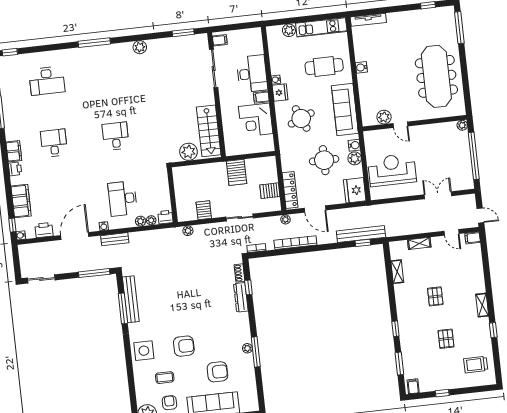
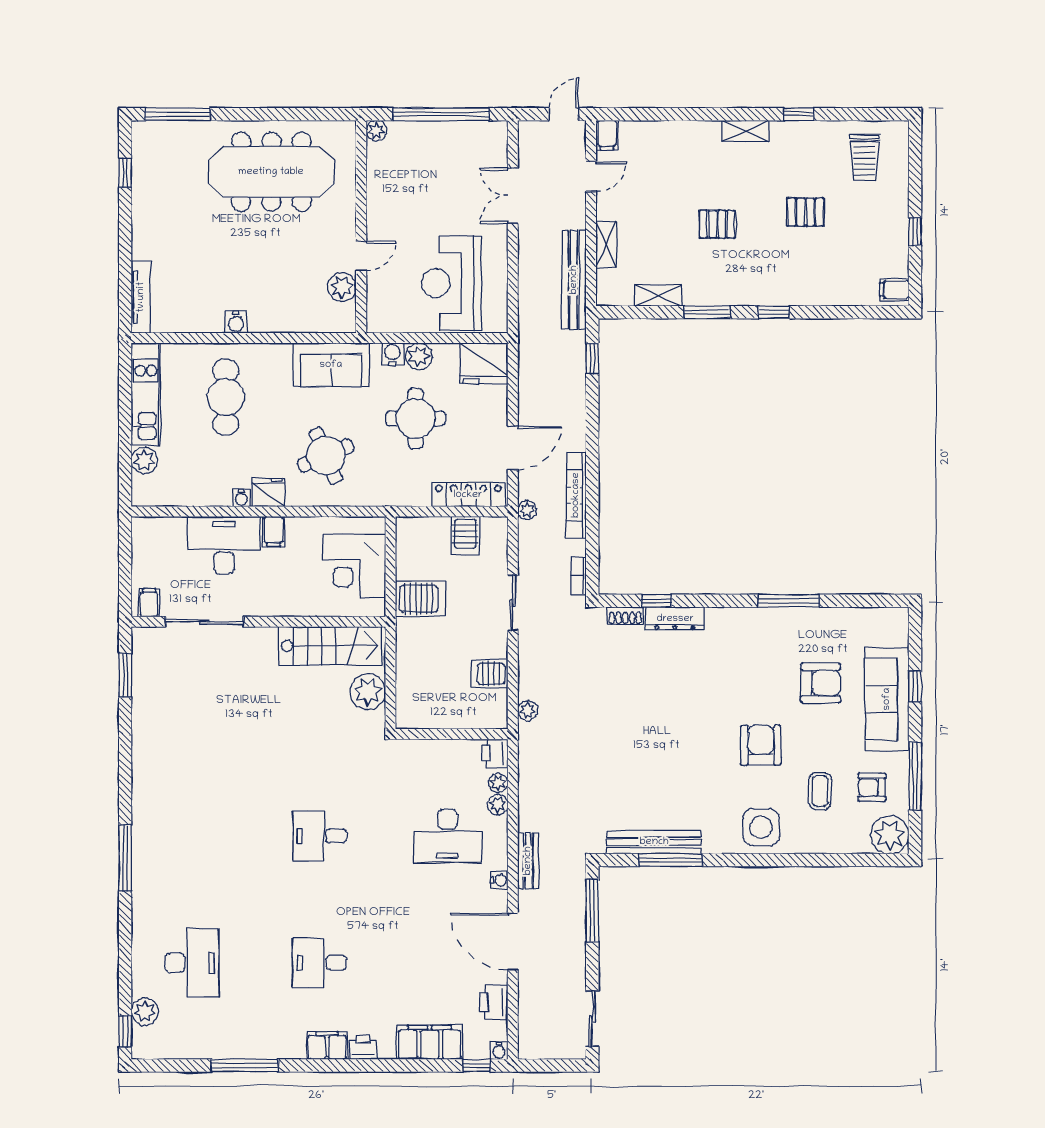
plant: (140, 47) -> (145, 1012), moved
sofa: (345, 109) -> (331, 365), width x0.73
corner desk: (256, 120) -> (354, 566), moved, turned 90
bench: (361, 234) -> (574, 280), moved
plant: (247, 348) -> (780, 617), removed
window: (399, 363) -> (707, 312), moved
armchair: (217, 372) -> (821, 683), turned 90

